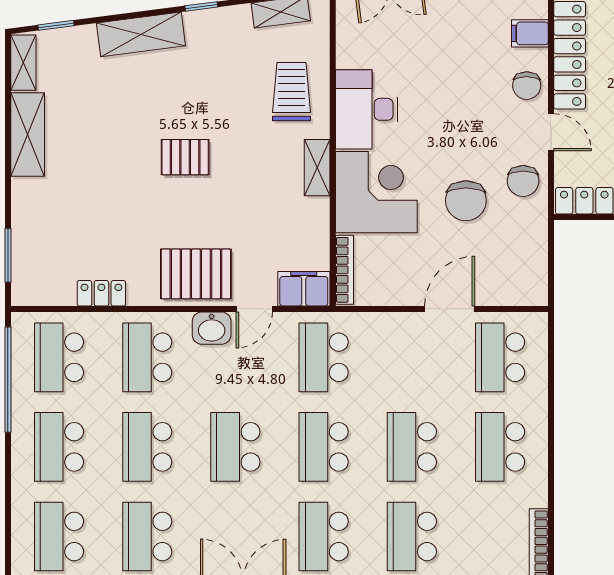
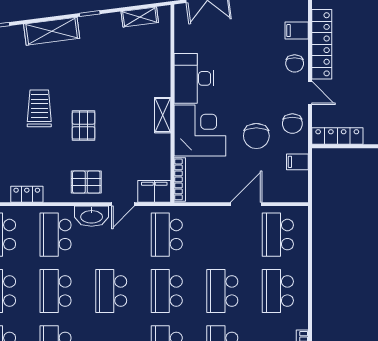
trolley: (291, 92) -> (39, 108), moved
pallet: (185, 157) -> (84, 125), moved, turned 90
filing cabinet: (531, 242) -> (297, 162), added
pallet: (196, 274) -> (86, 182), width x0.67, depth x0.71
washbasin: (212, 328) -> (92, 216), width x1.38

